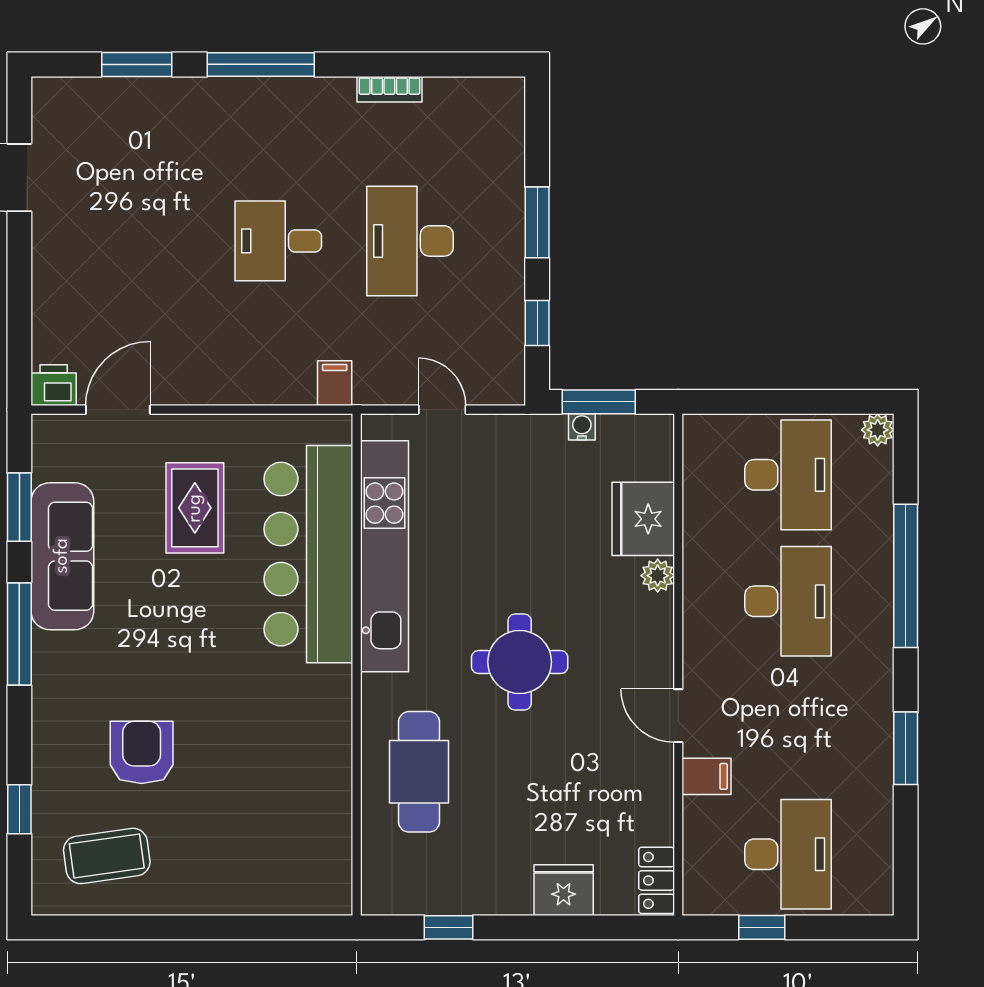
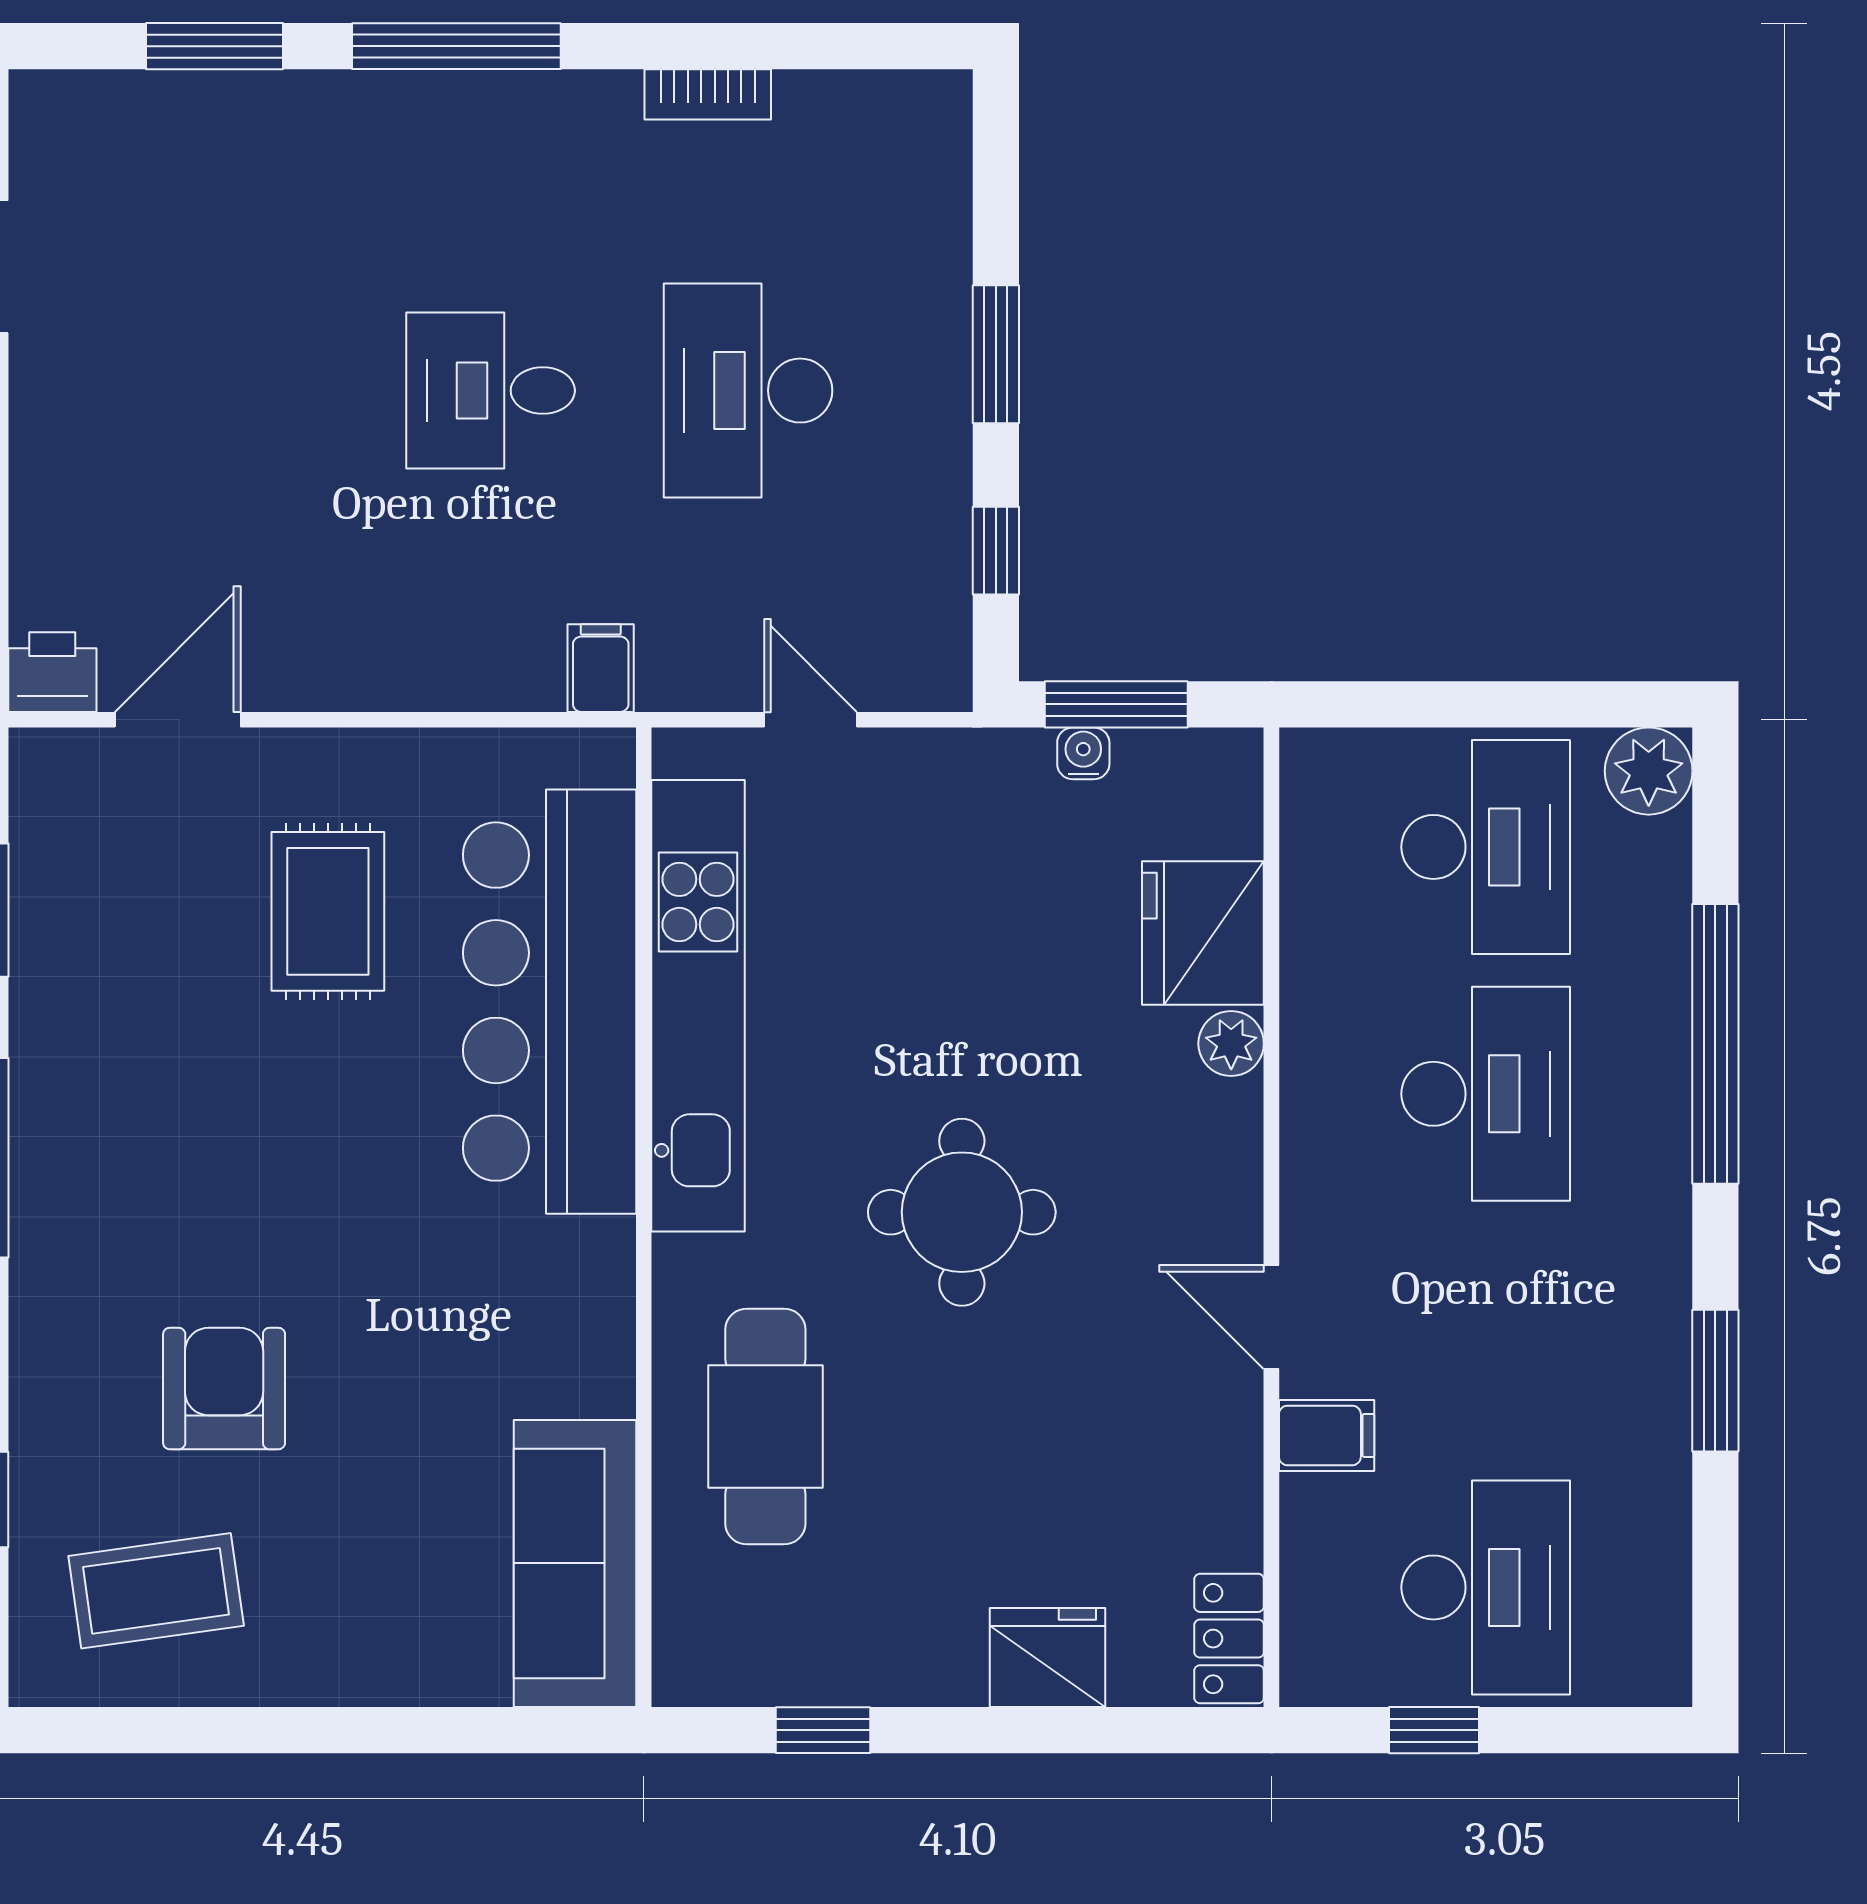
plant: (878, 430) -> (1649, 771), width x1.38, depth x1.38
sofa: (62, 556) -> (575, 1563), moved, turned 180

